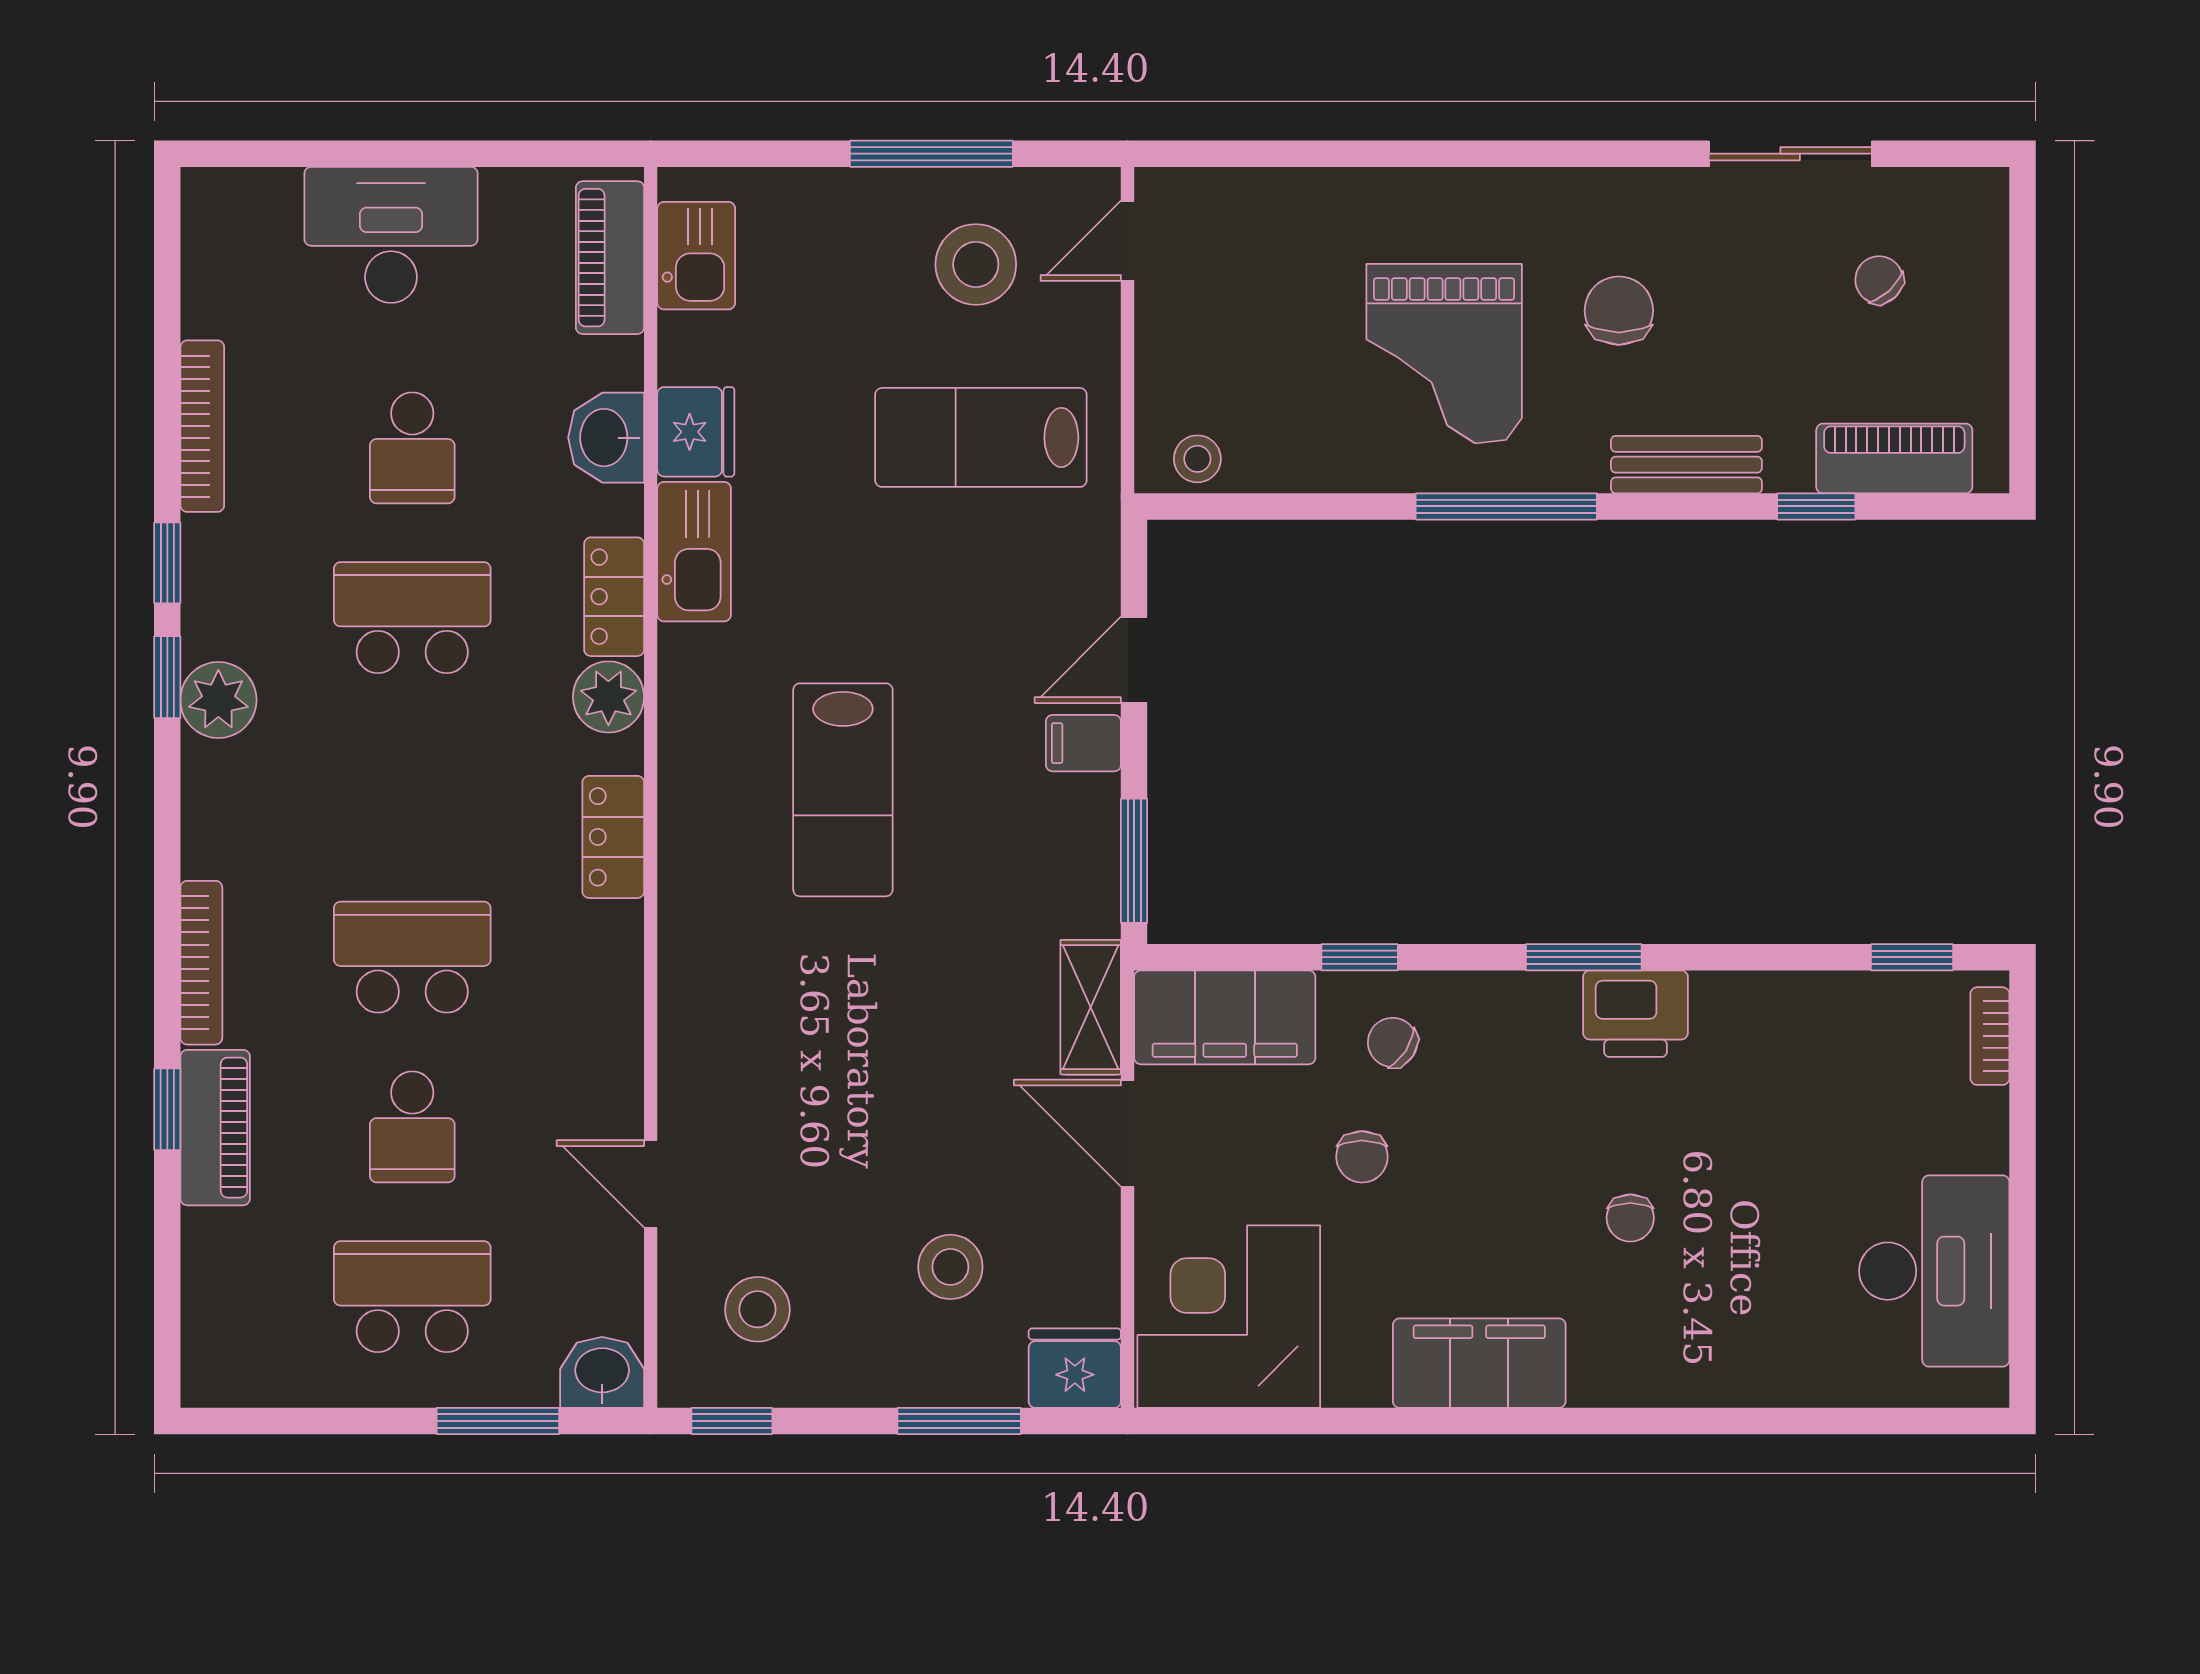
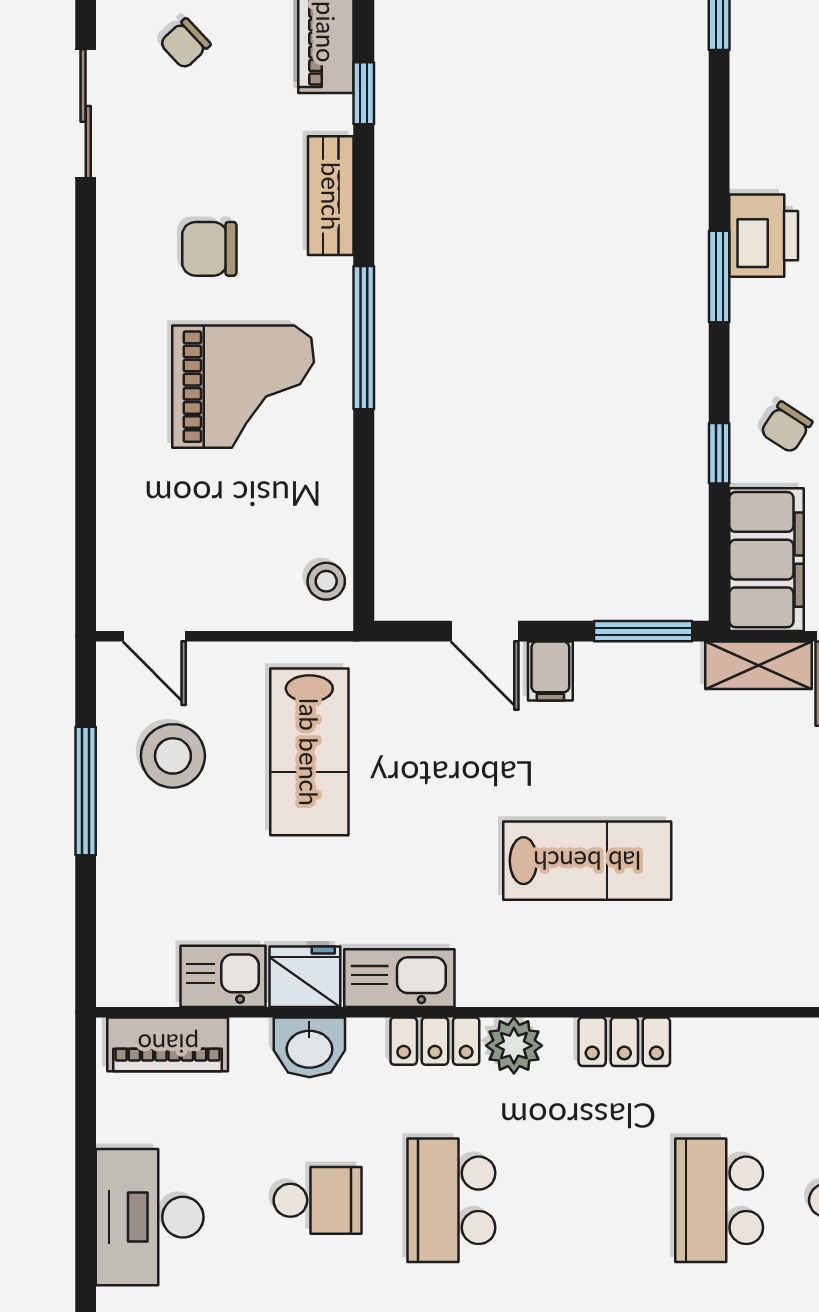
kitchen sink: (696, 256) -> (223, 976), moved

